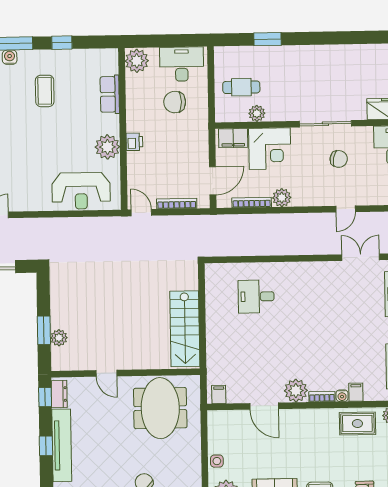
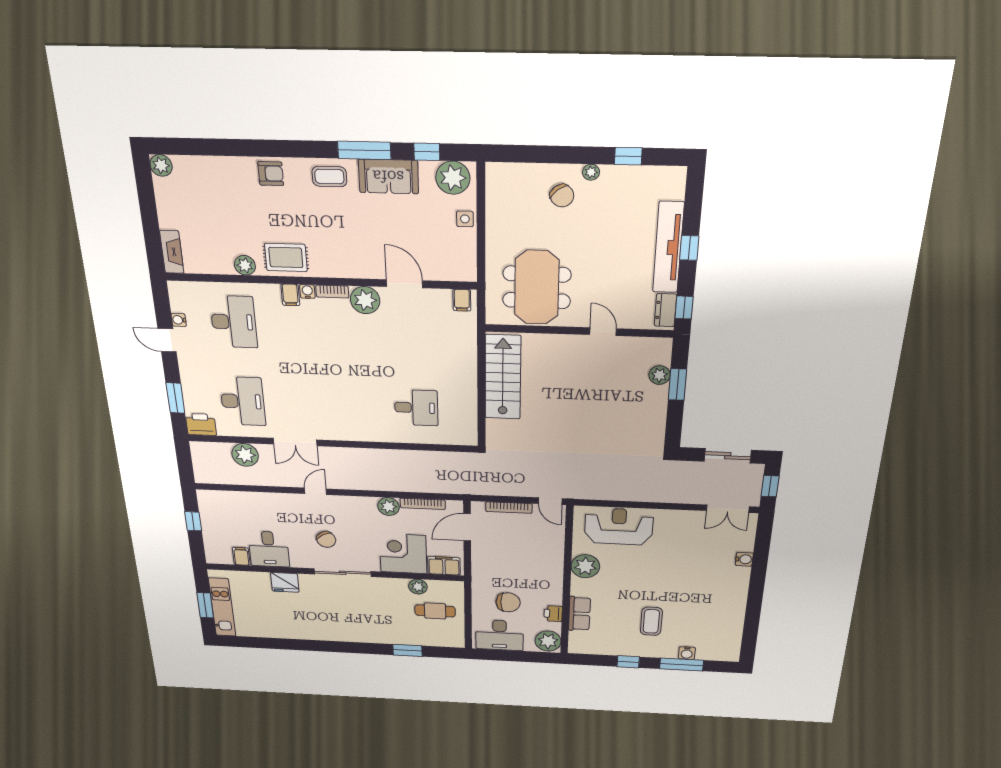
printer: (134, 142) -> (553, 614), moved
chair: (339, 159) -> (326, 539), turned -131

